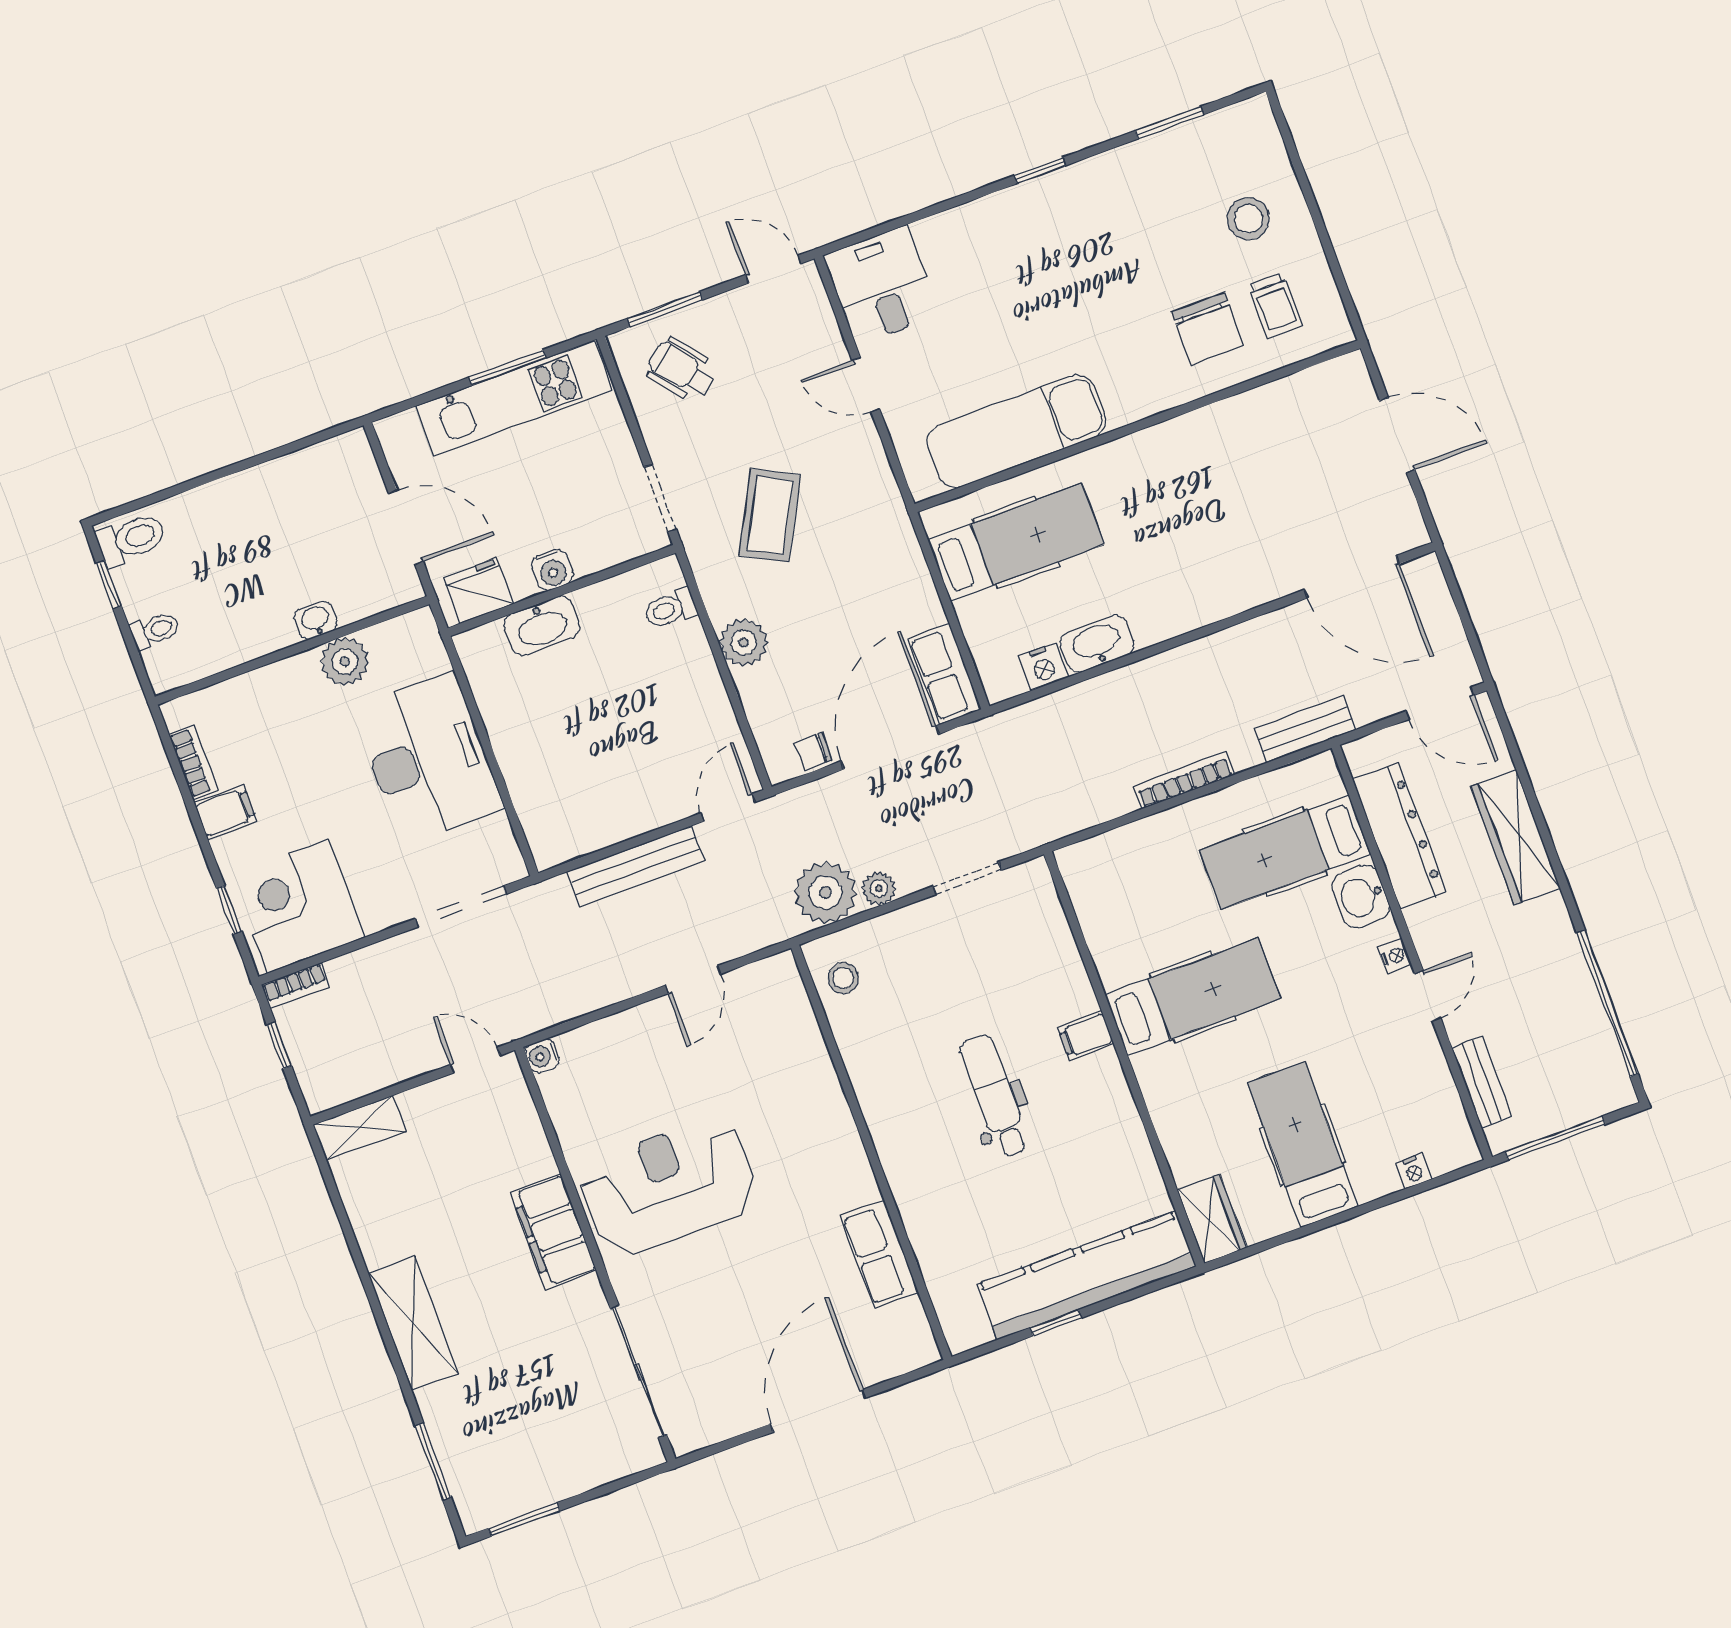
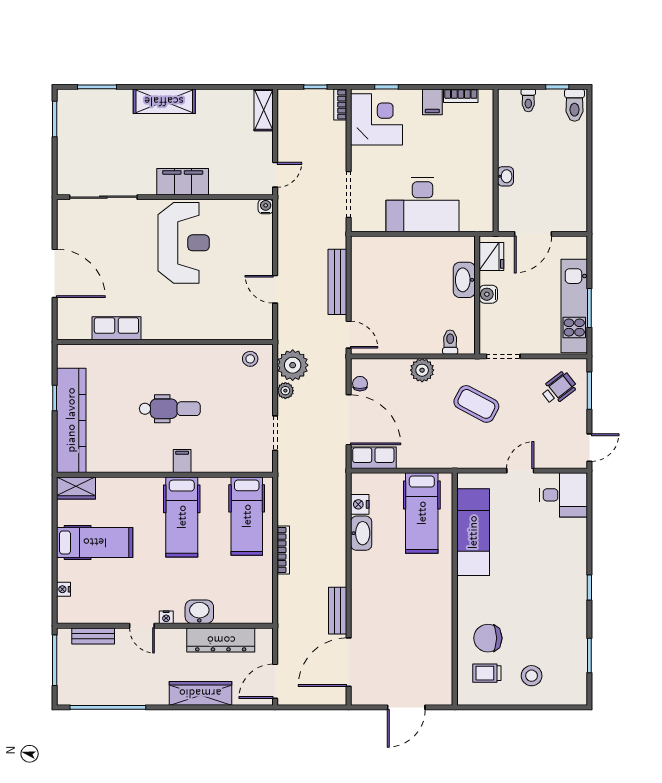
plant: (345, 661) -> (482, 183), removed
bench: (1305, 729) -> (338, 611), moved
hospital bed: (1285, 852) -> (247, 516), moved, turned 180

